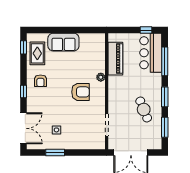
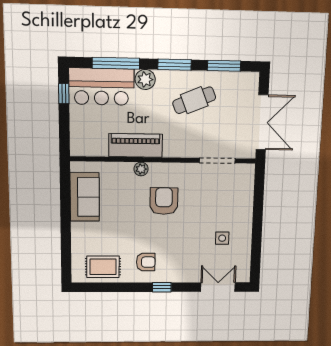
sofa: (63, 42) -> (85, 197), moved
window: (23, 47) -> (94, 287), removed
piano: (115, 59) -> (136, 145), moved
plant: (156, 79) -> (145, 79), added
double door: (23, 128) -> (218, 287), width x0.73
window: (55, 152) -> (257, 240), removed

